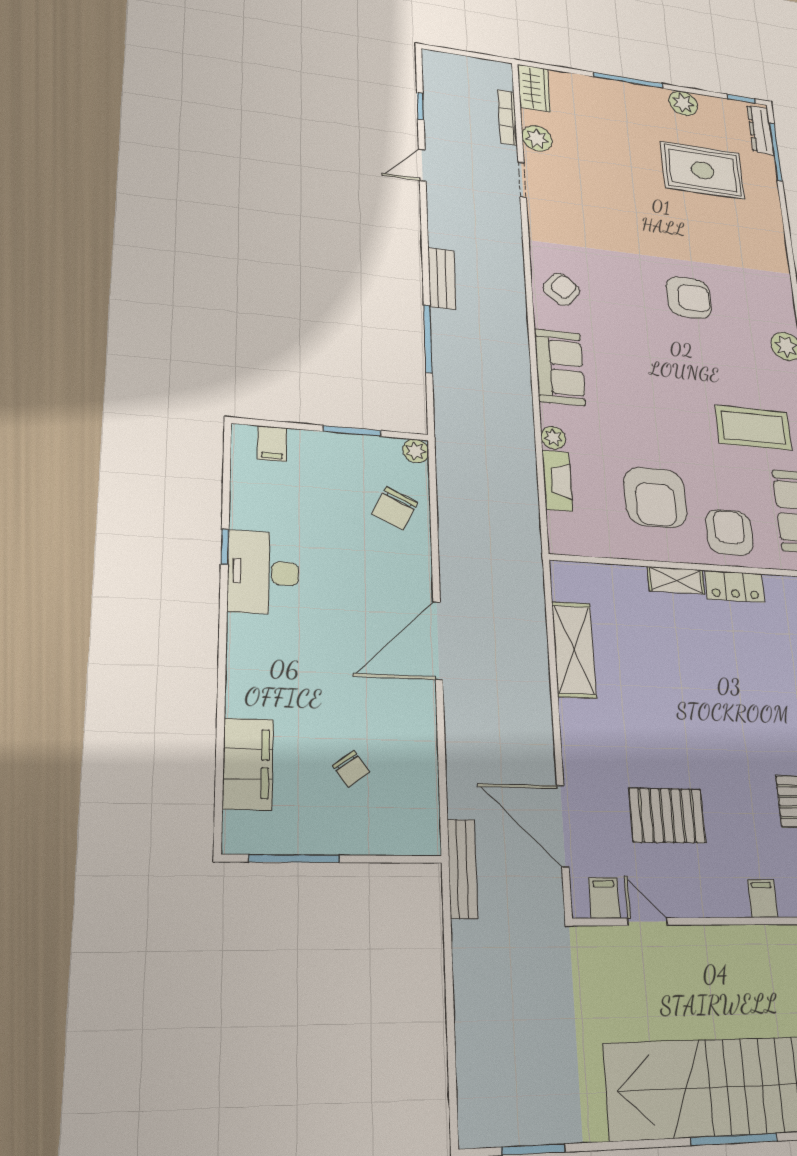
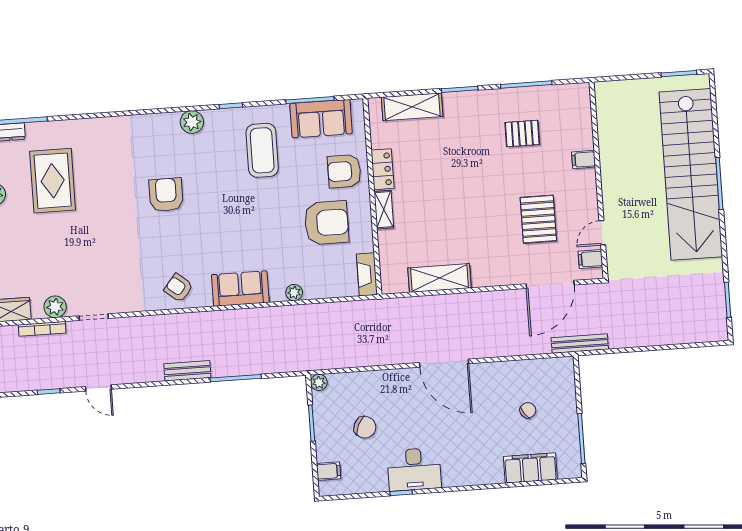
fireplace: (557, 481) -> (367, 274), moved, turned -90
chair: (395, 508) -> (365, 427), moved

